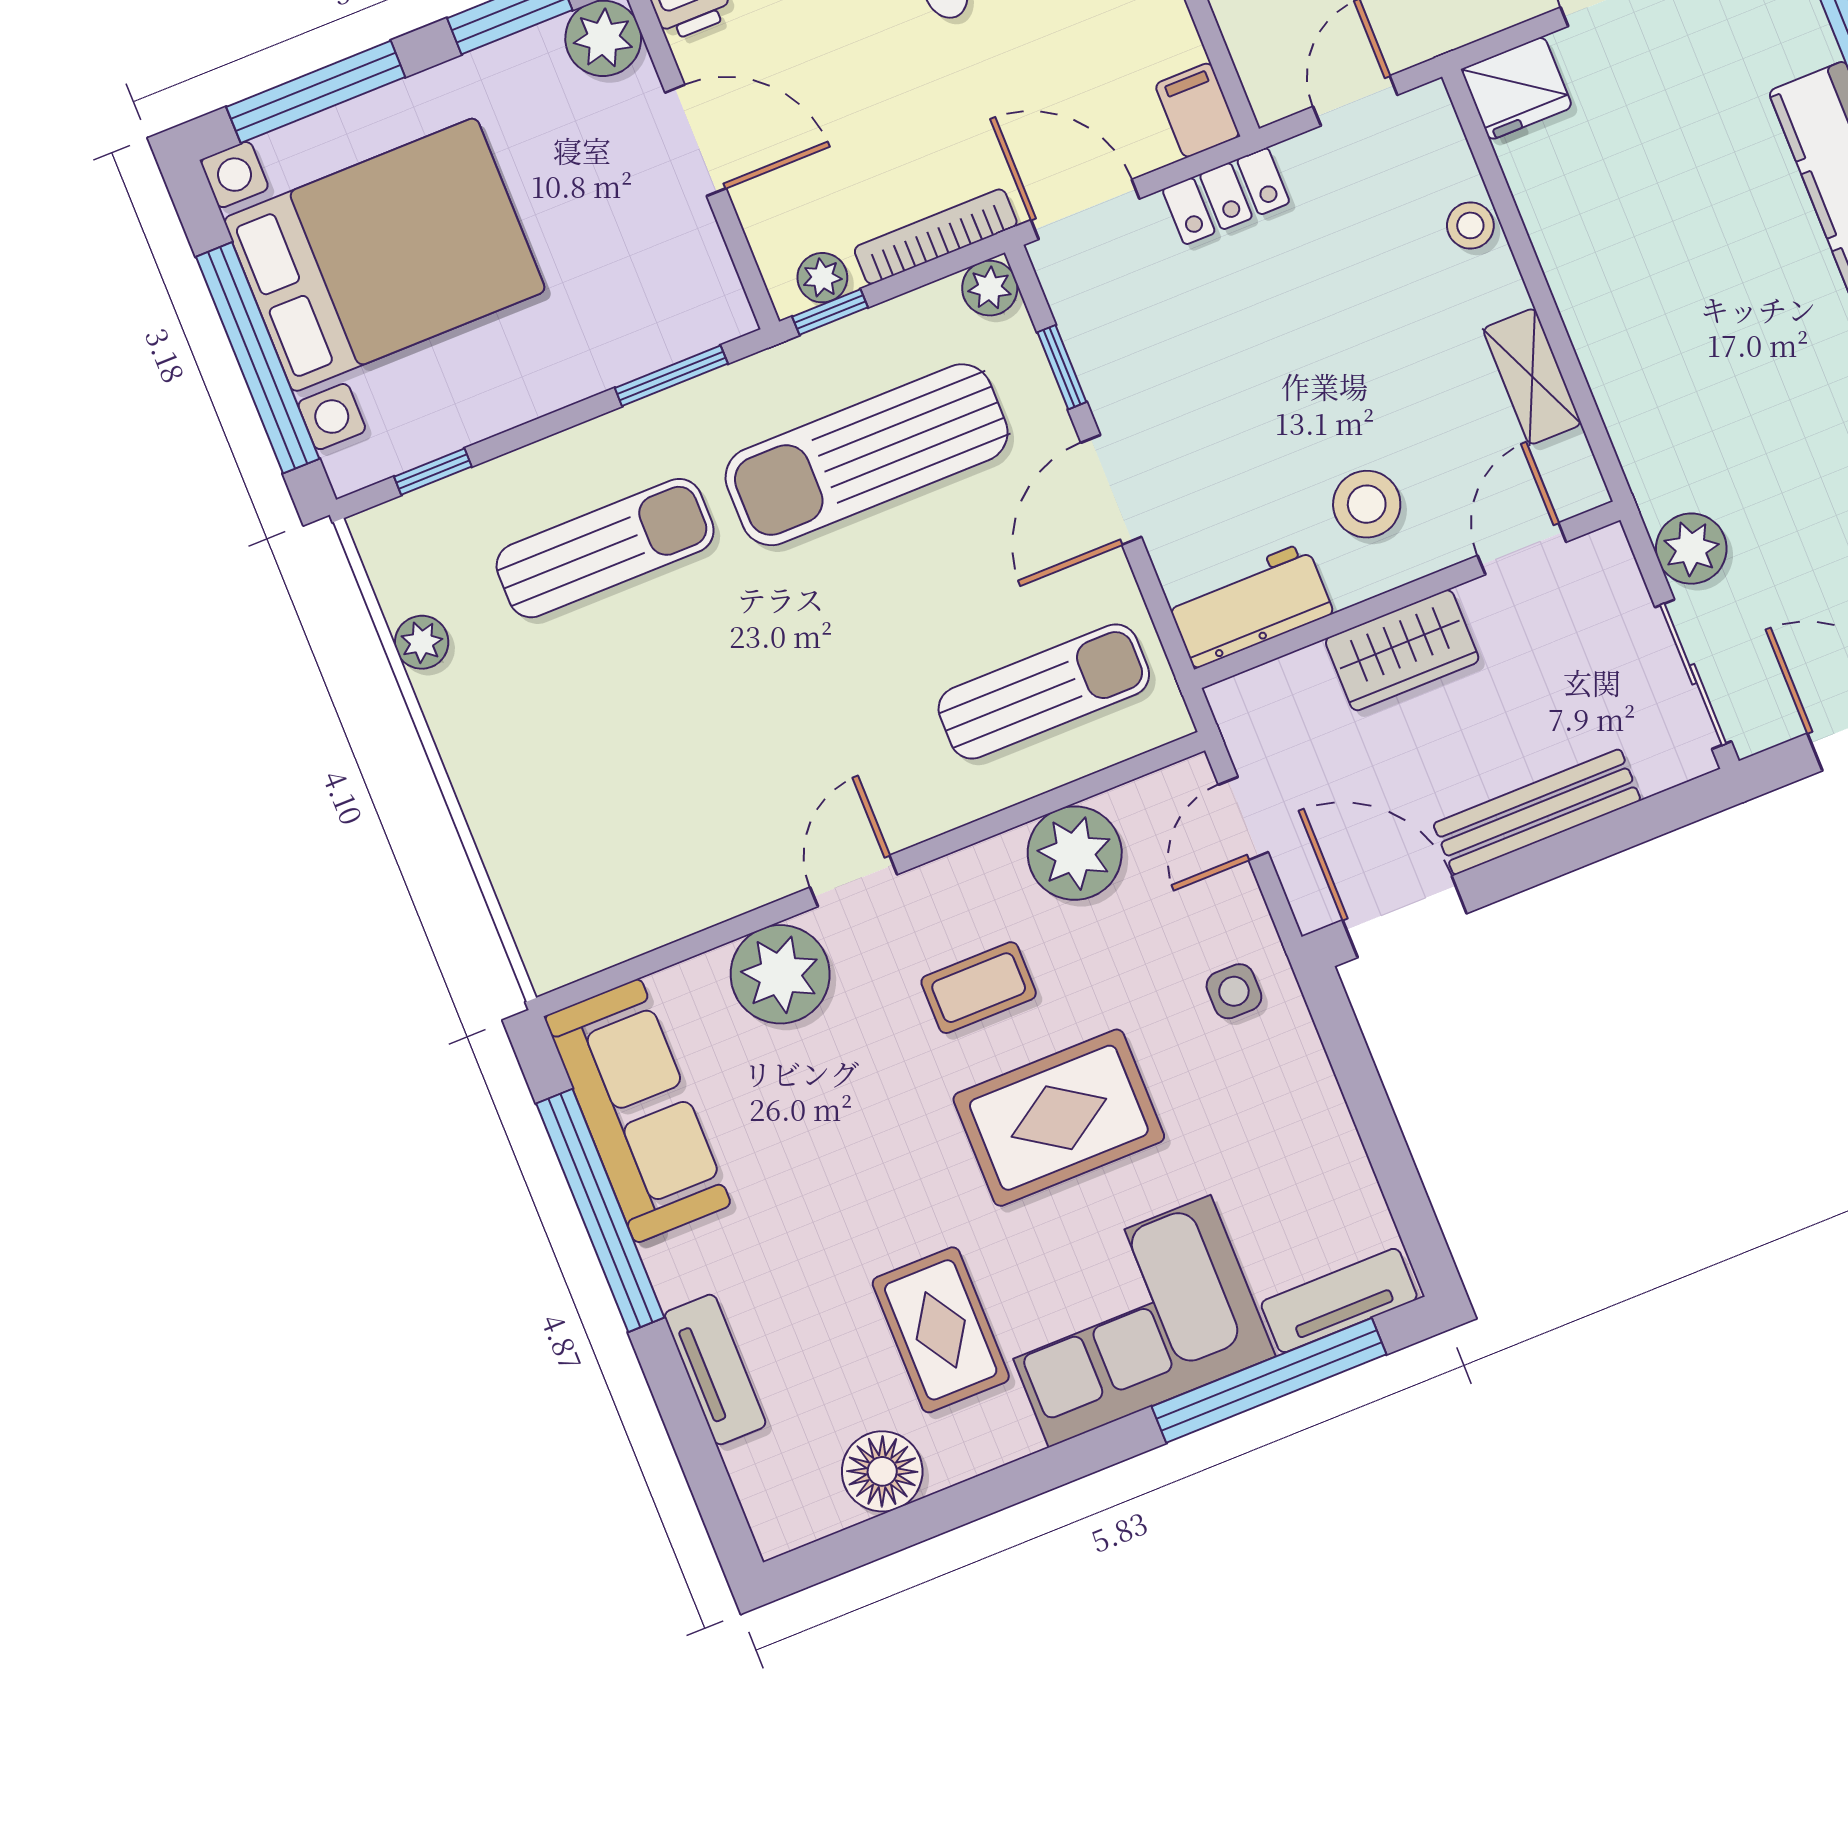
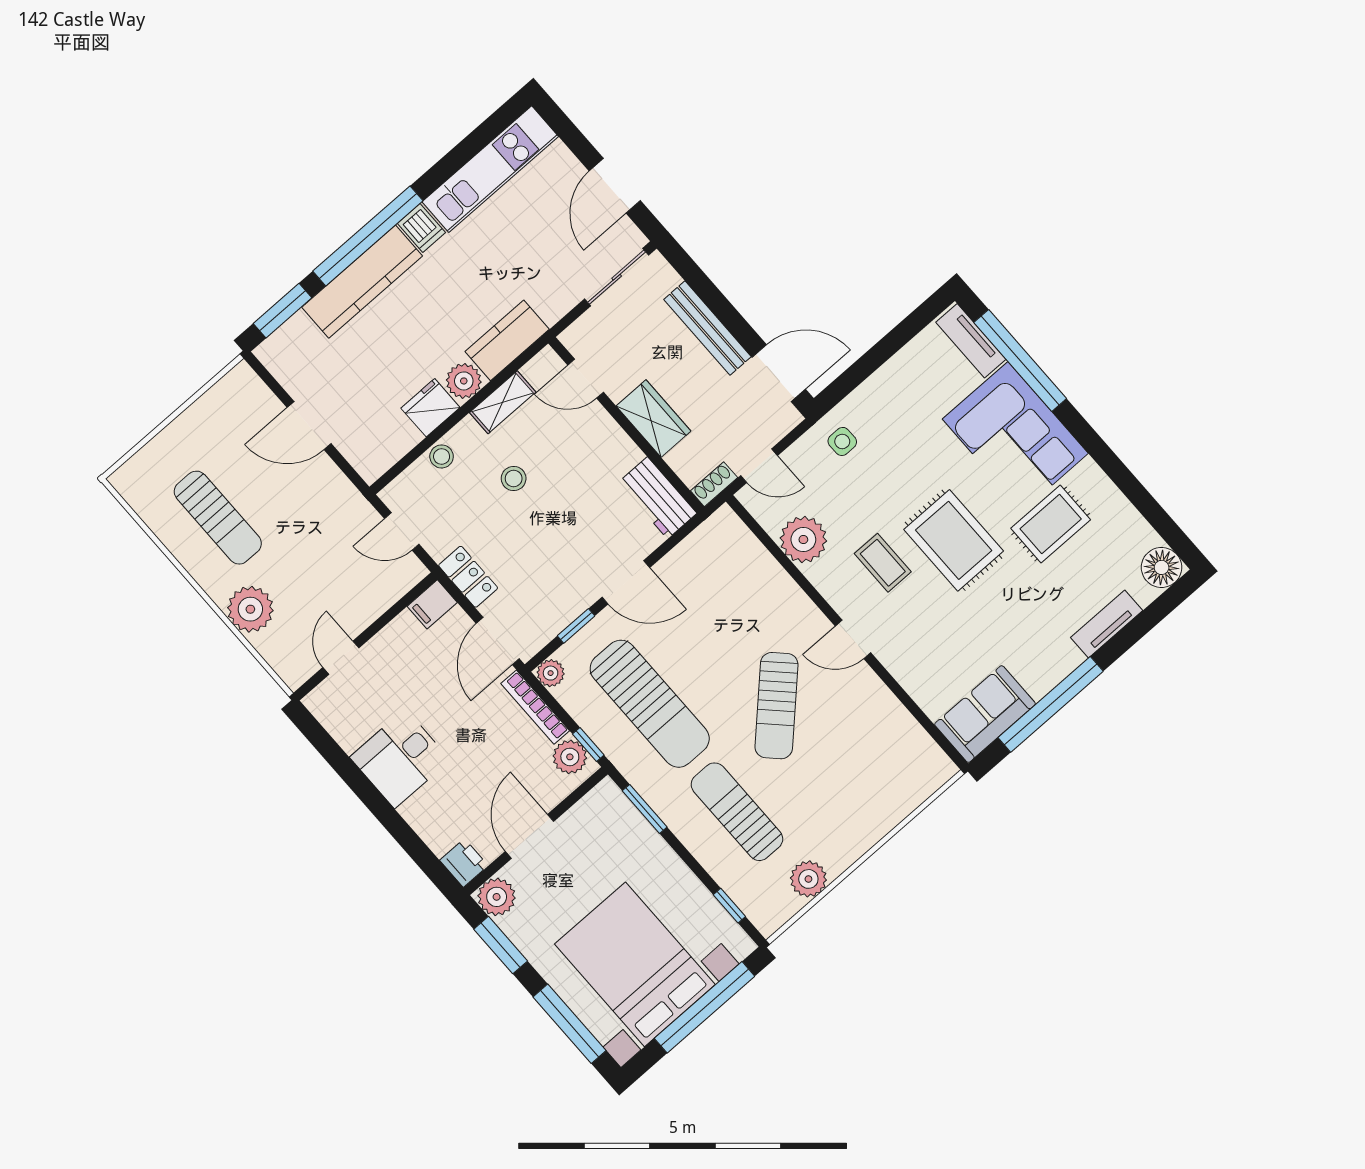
fridge: (1517, 88) -> (430, 408), moved, turned -90
plant: (822, 278) -> (570, 757), width x1.38, depth x1.38
kitchen counter: (1646, 426) -> (507, 340), added
stool: (1367, 504) -> (514, 478), moved, width x0.73, depth x0.73
plant: (1691, 549) -> (464, 381), moved
plant: (422, 642) -> (808, 879), width x1.38, depth x1.38
sun lounger: (1044, 691) -> (776, 706), moved, turned -135
shoe rack: (1238, 721) -> (714, 484), added
door: (1405, 917) -> (779, 373), swing flipped
plant: (780, 974) -> (909, 659), removed
sofa: (638, 1111) -> (985, 714), width x0.73
rug: (1059, 1118) -> (954, 540), moved
floor lamp: (882, 1471) -> (1162, 567), moved

